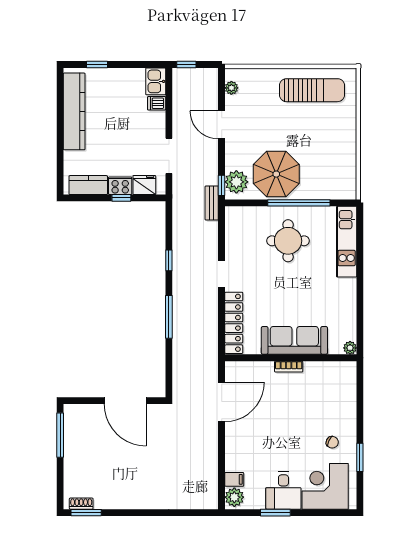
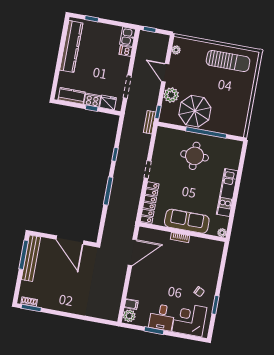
plant: (236, 182) -> (171, 95), moved
kitchen unit: (347, 242) -> (227, 192), moved
bench: (72, 438) -> (31, 258), added

